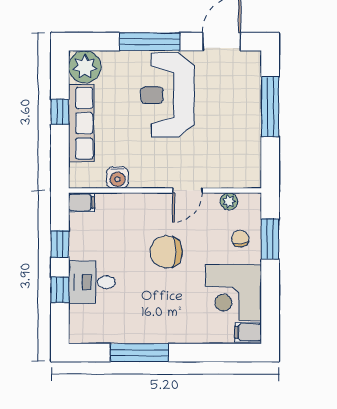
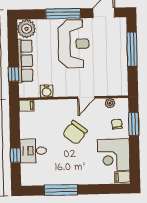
reception desk: (167, 95) -> (74, 44), turned 180
window: (60, 112) -> (13, 74), moved
window: (60, 244) -> (15, 130), removed
chair: (166, 252) -> (75, 133), turned -52

